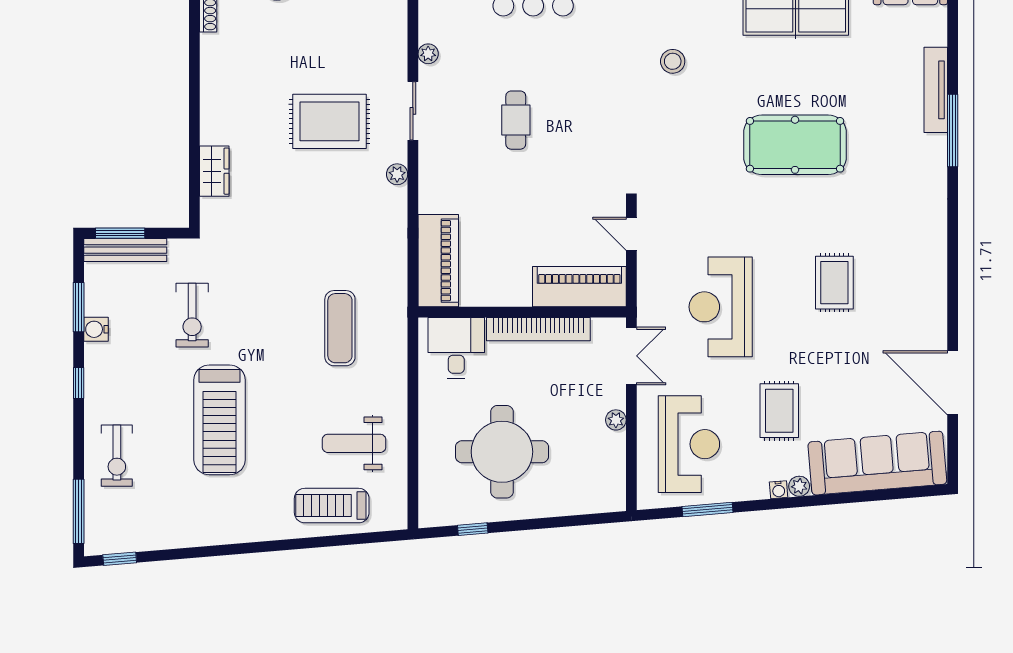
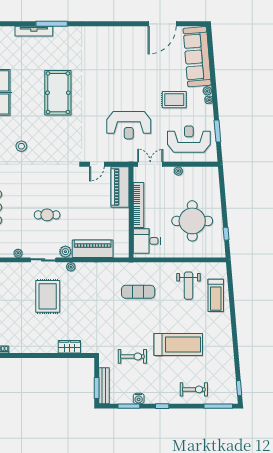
plant: (432, 162) -> (65, 252), added
piano: (438, 261) -> (93, 249), moved
rug: (834, 283) -> (118, 75), removed

